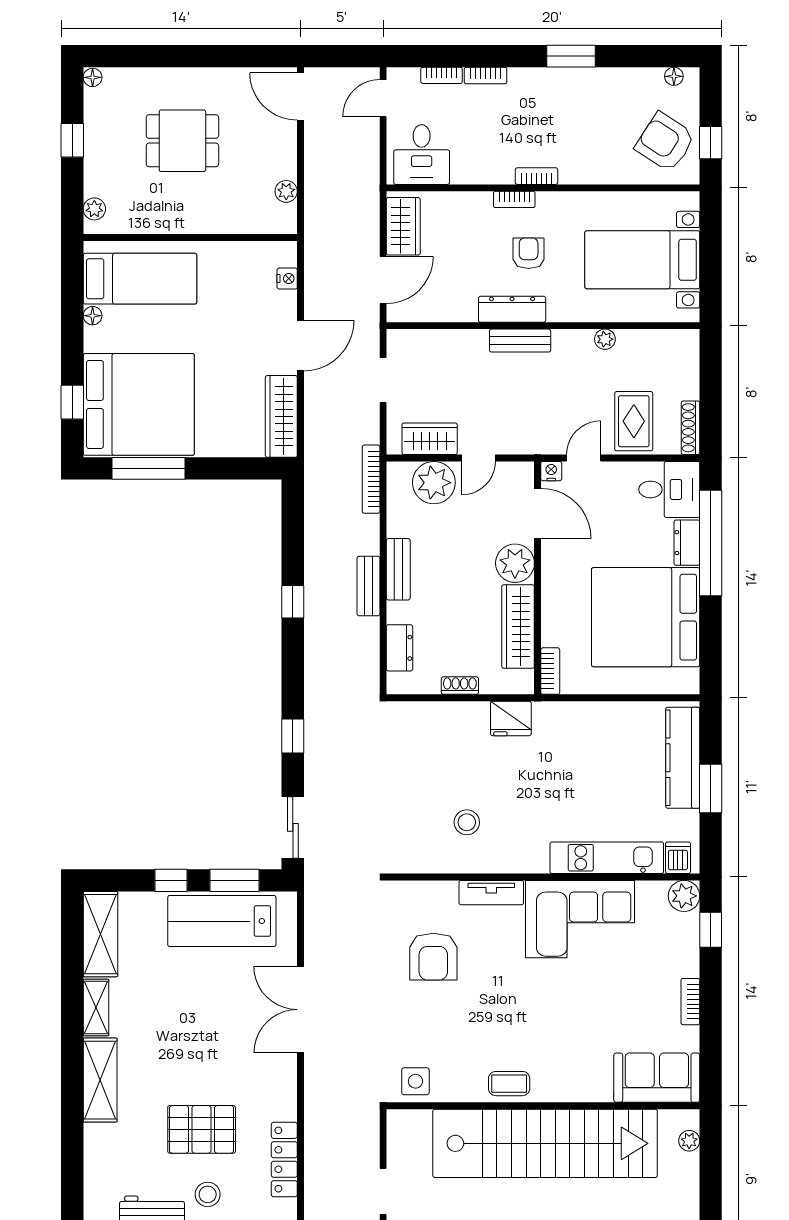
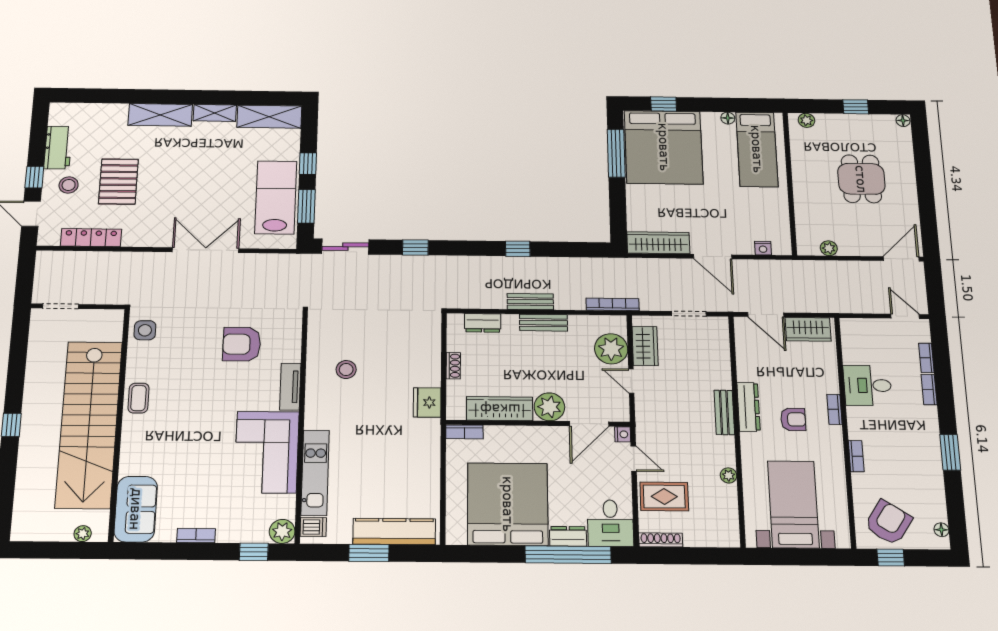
desk: (422, 155) -> (868, 385), moved
bookcase: (536, 176) -> (856, 456), moved

